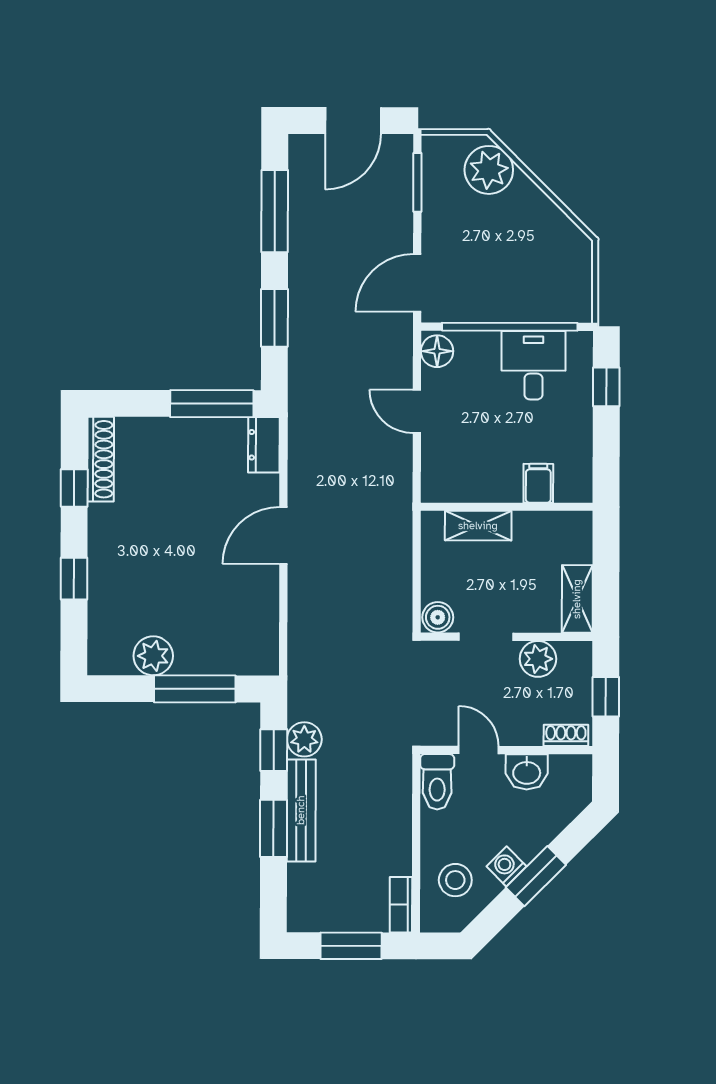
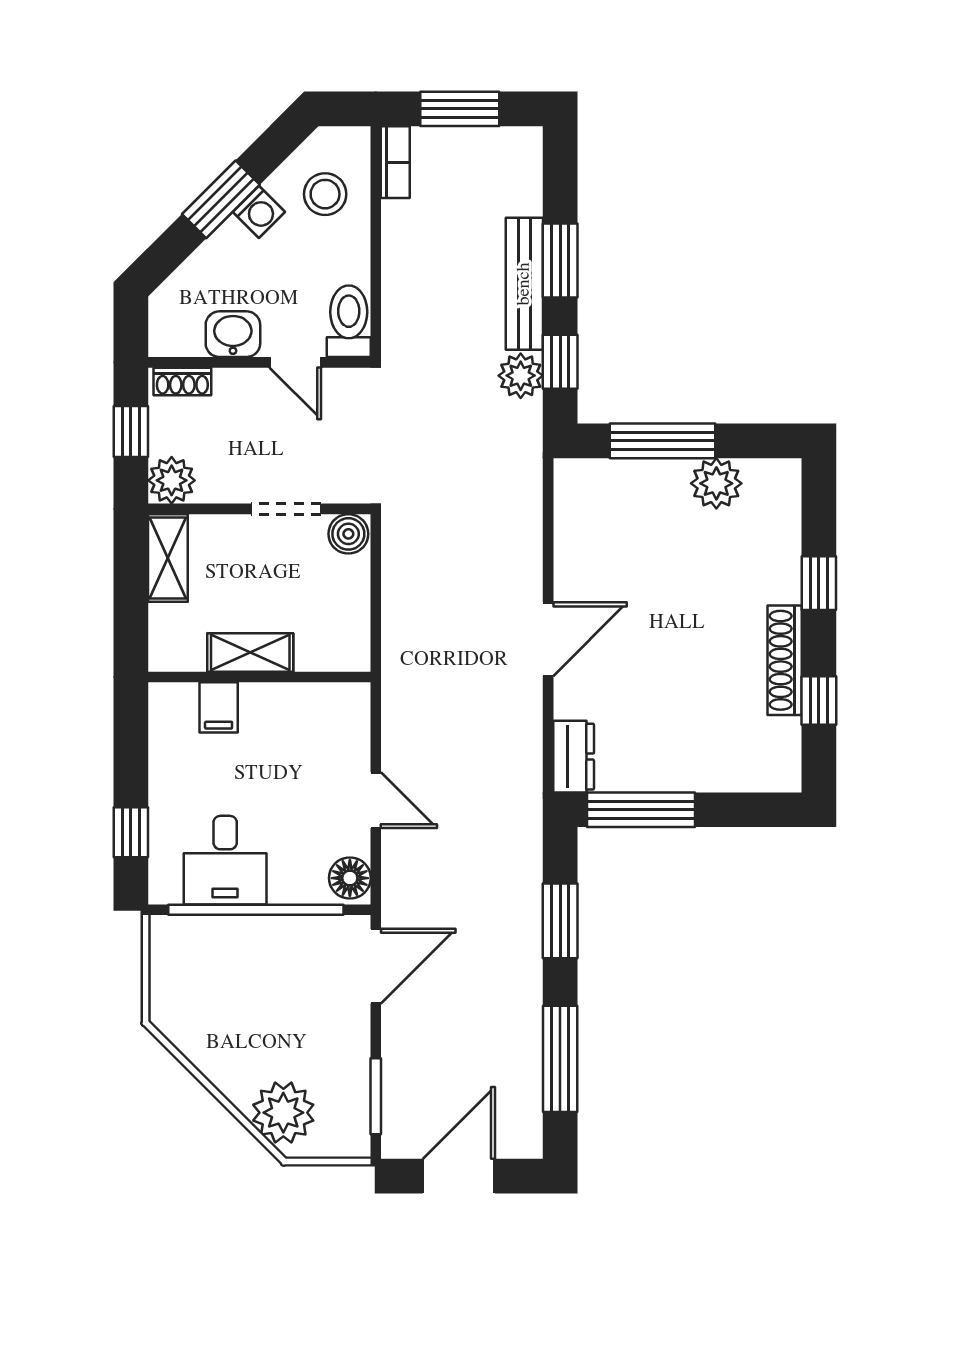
shoe rack: (101, 459) -> (785, 660), moved
shelving: (478, 526) -> (250, 653), moved
plant: (538, 659) -> (172, 480), moved

